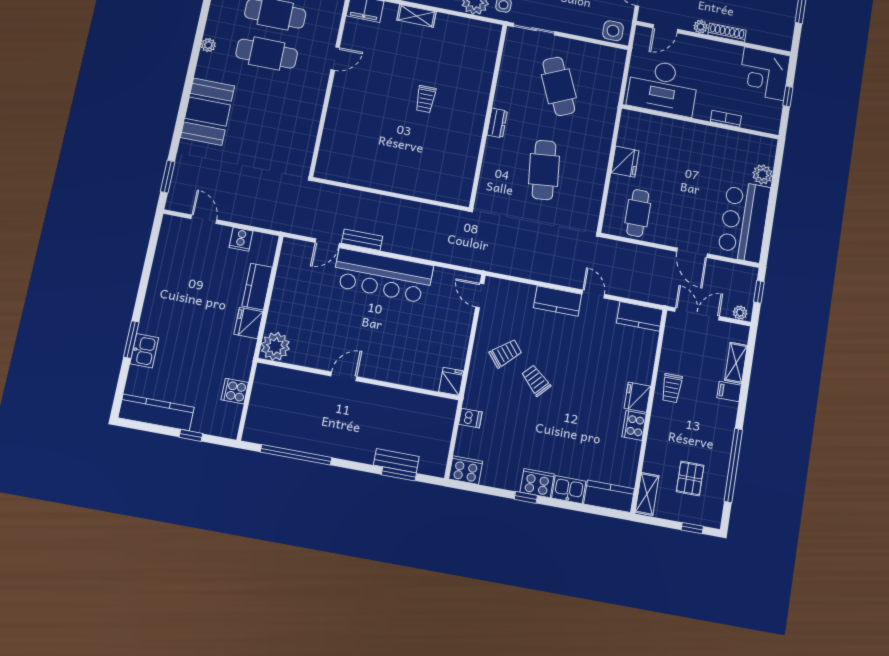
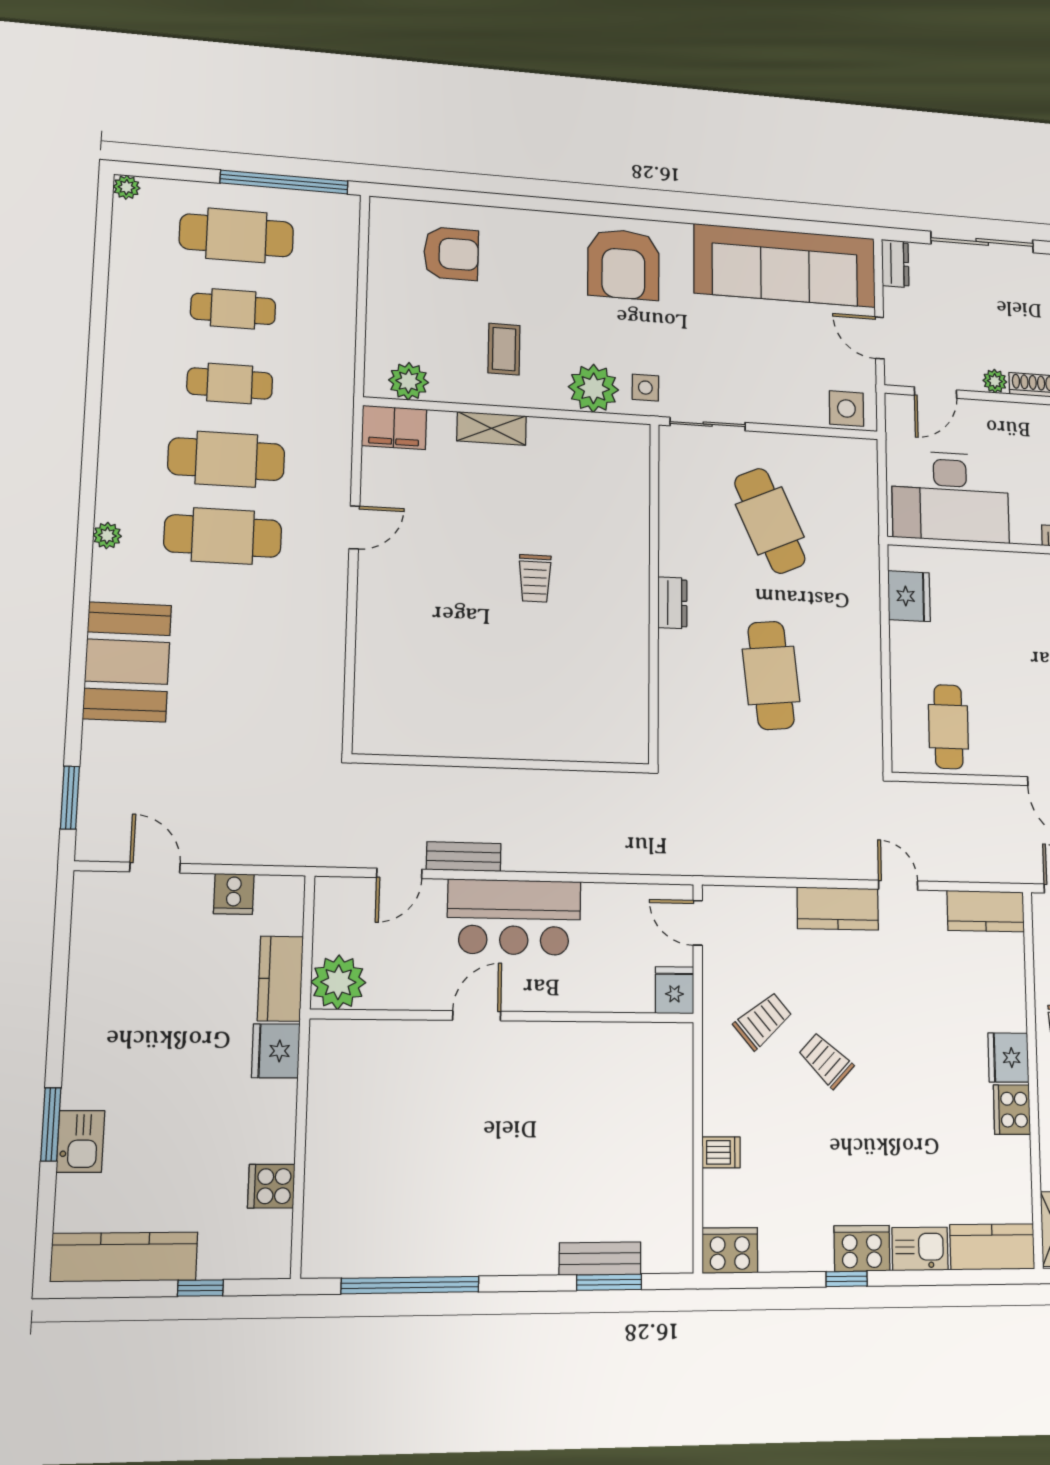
fridge: (625, 162) -> (909, 596), moved
bar counter: (383, 276) -> (514, 917), width x0.73
plant: (275, 346) -> (338, 982), moved
door: (344, 376) -> (477, 1016), moved
wall: (359, 379) -> (505, 1016), moved
fridge: (451, 381) -> (674, 990), moved

